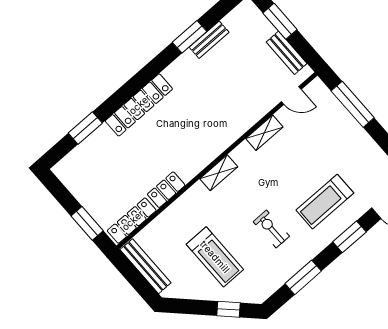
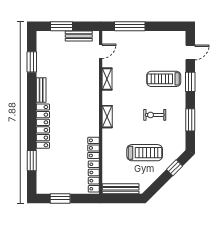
window: (190, 37) -> (32, 62), moved
bench: (209, 40) -> (41, 90), moved
treadmill: (325, 202) -> (164, 79), turned 90
window: (87, 223) -> (60, 198), moved

